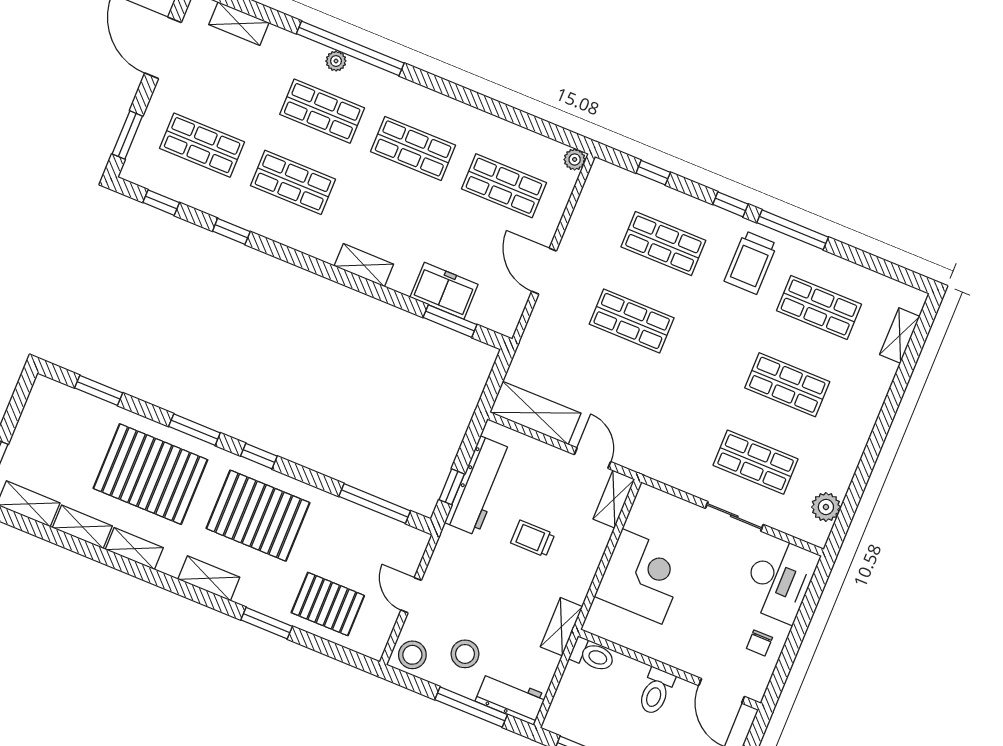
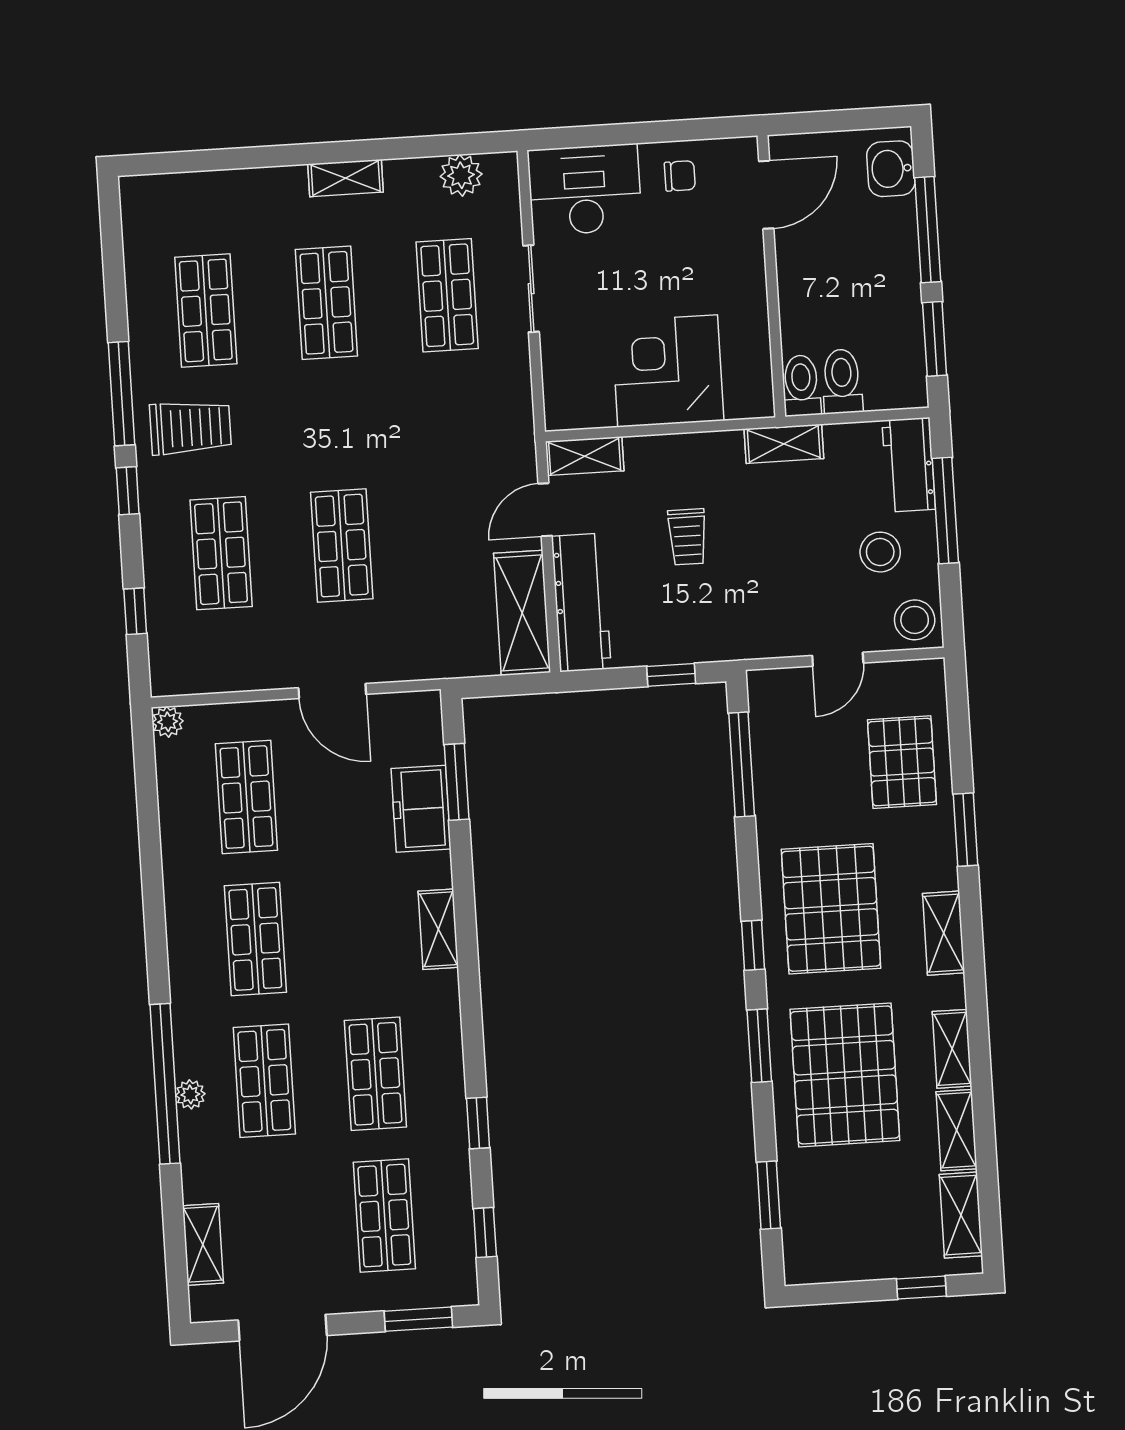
door: (544, 271) -> (332, 691), hinge flipped
shelving: (900, 335) -> (346, 178), moved
workbench: (479, 486) -> (581, 602), moved, turned 90
toilet: (656, 691) -> (842, 381), moved, turned -90

